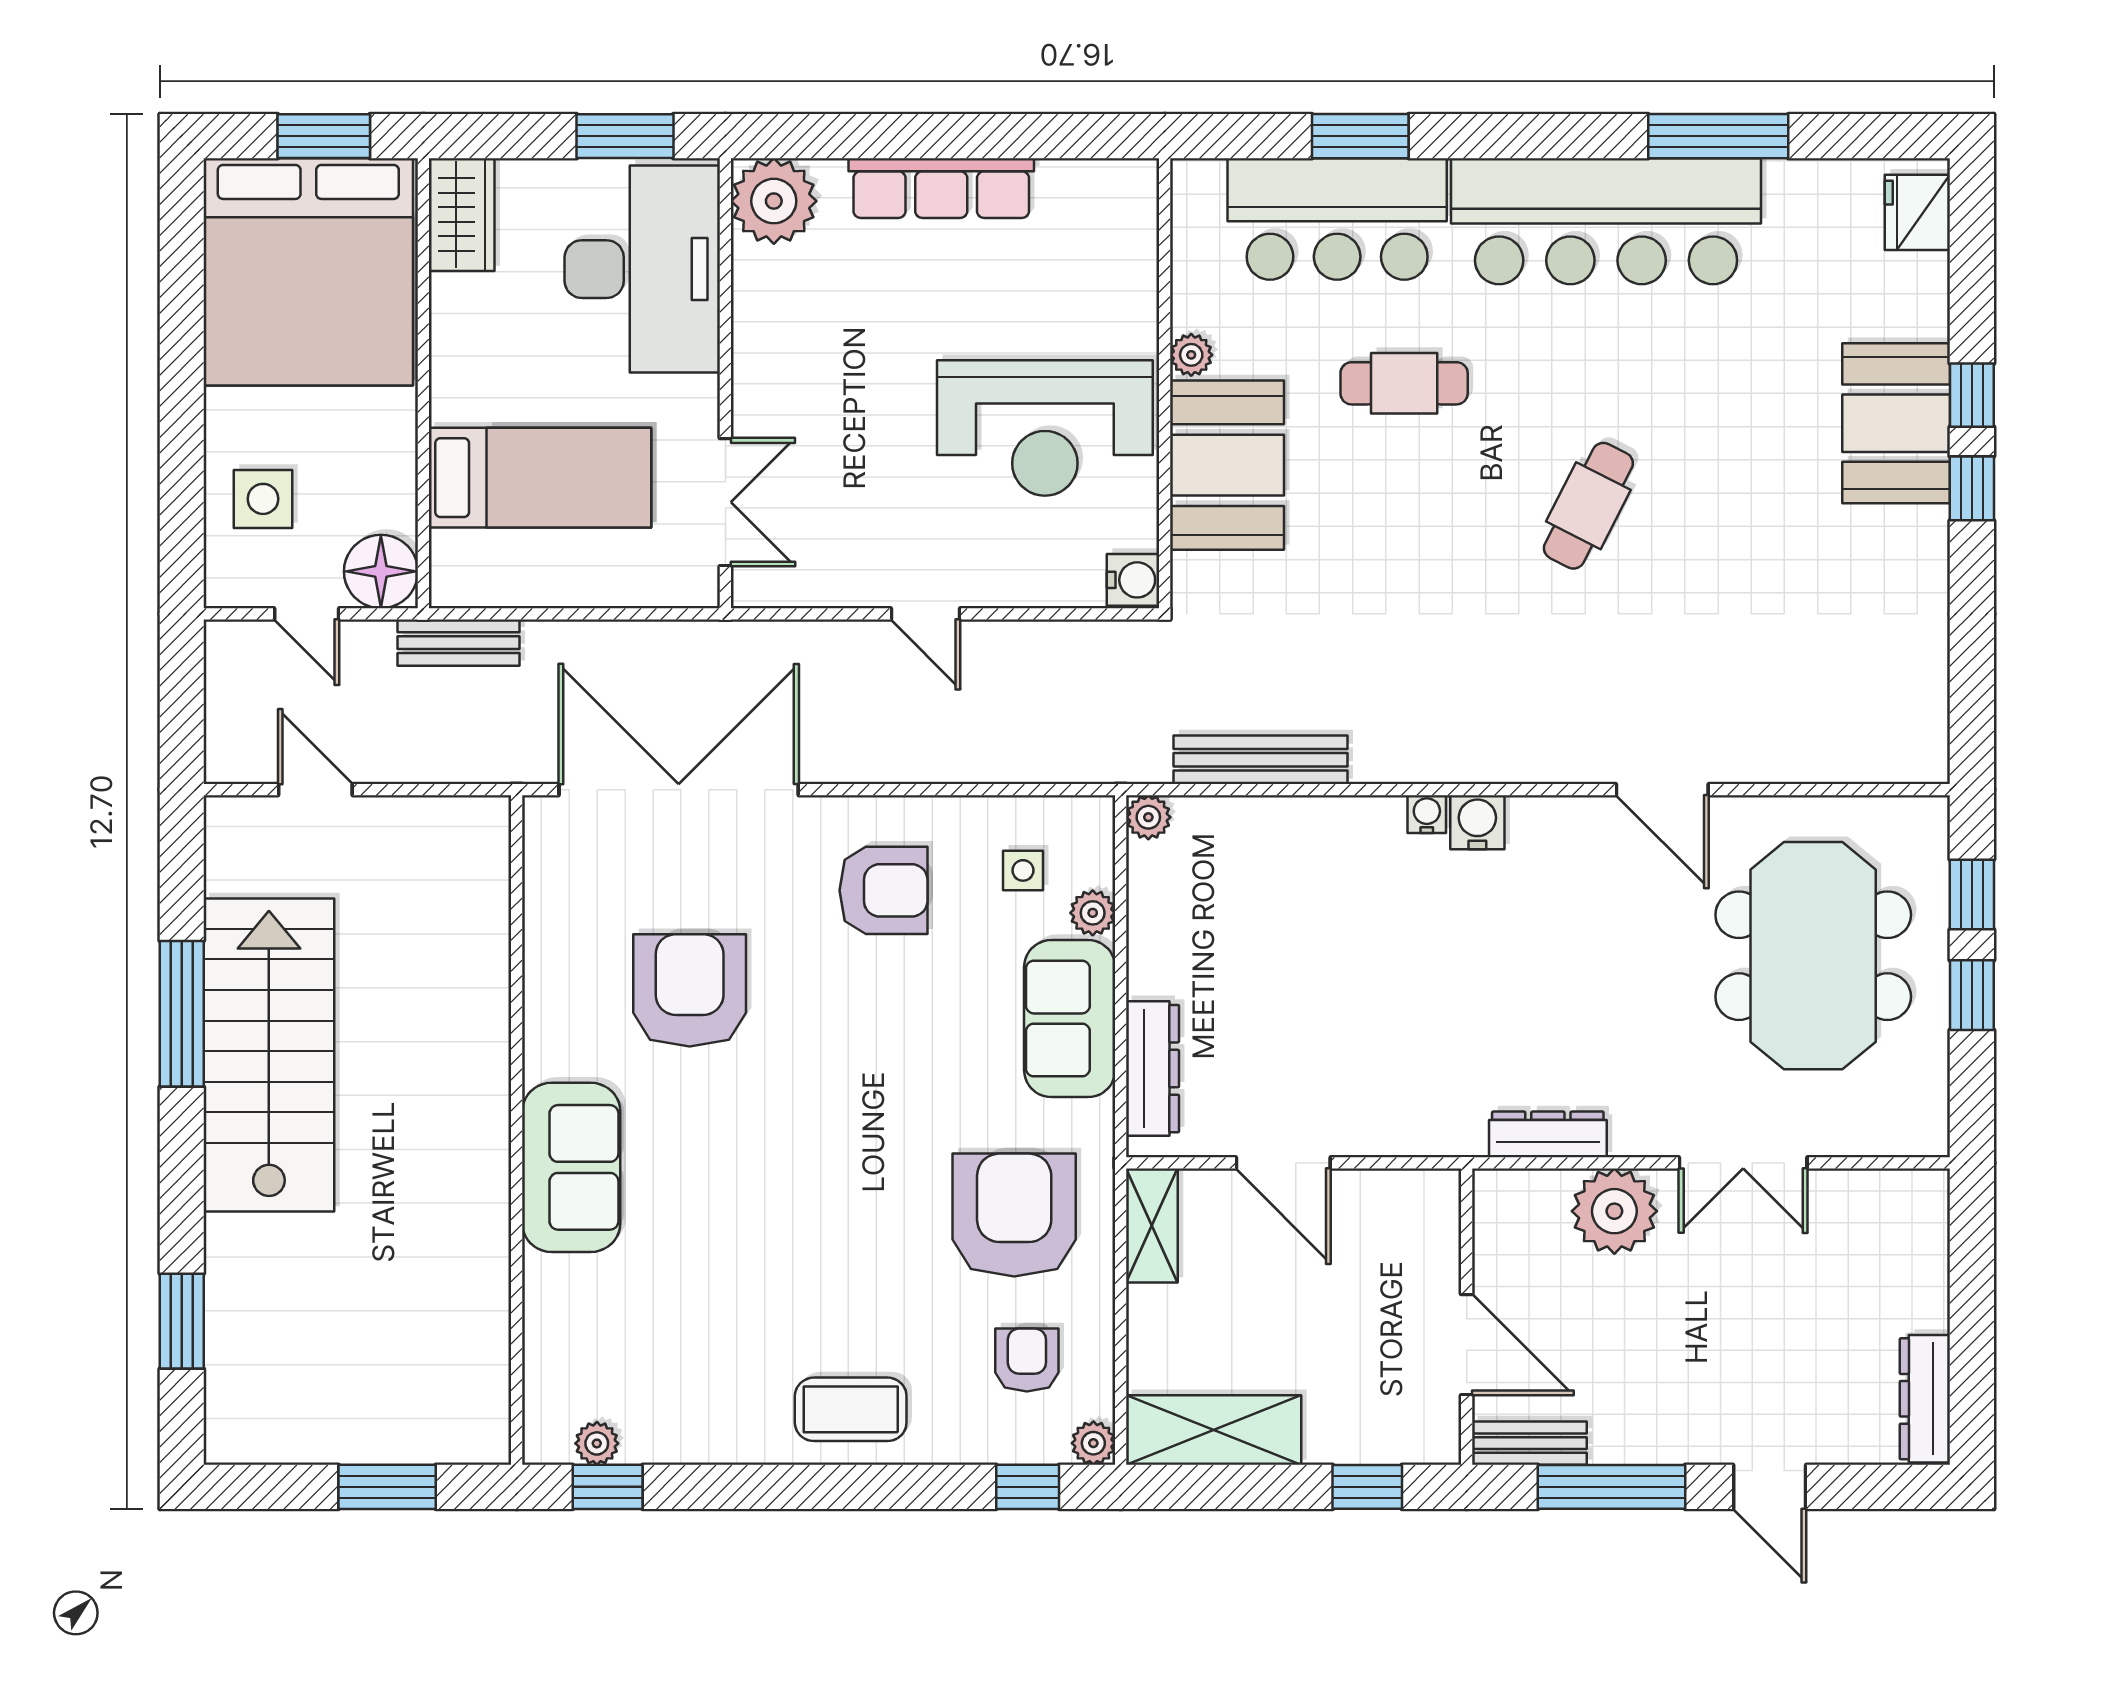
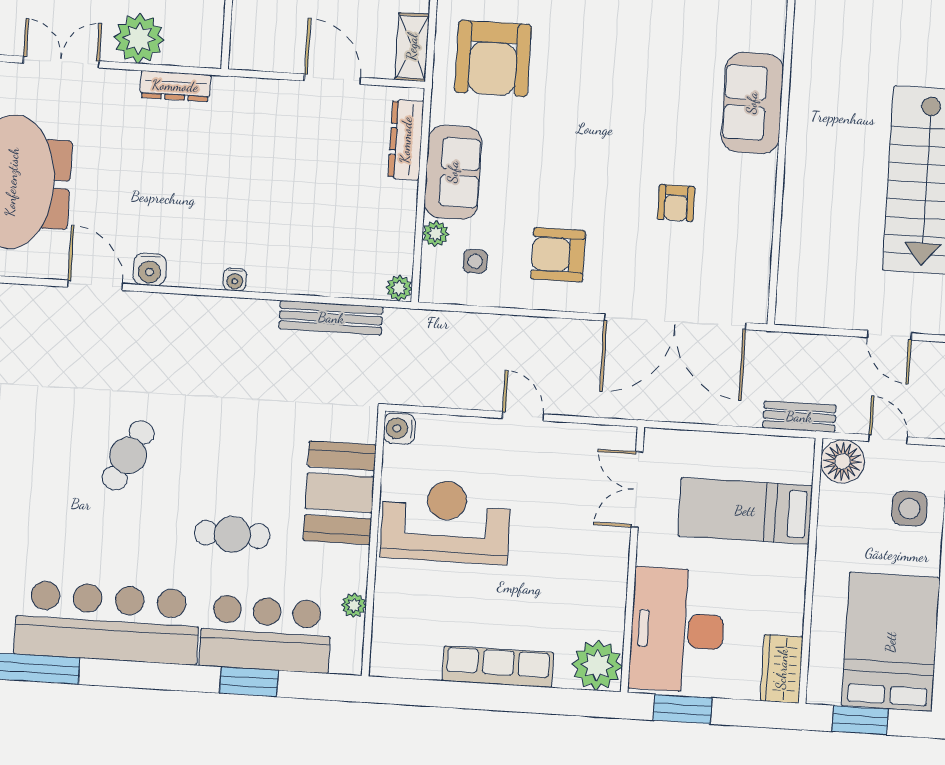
bed: (308, 272) -> (891, 642), width x0.73
plant: (1191, 355) -> (354, 605), moved
water cooler: (1477, 822) -> (150, 269), moved
armchair: (690, 990) -> (676, 203), width x0.53, depth x0.53

